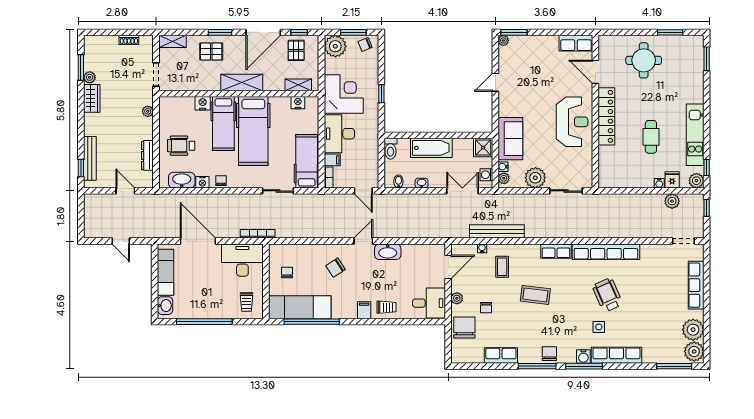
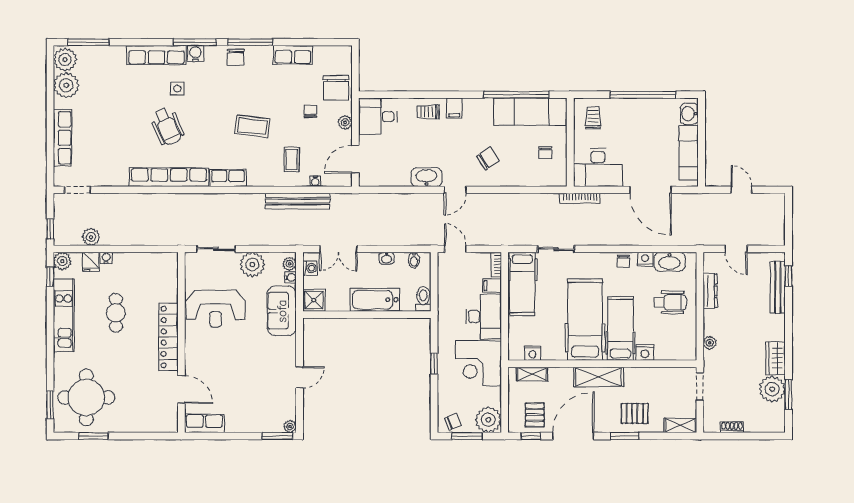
round table: (644, 60) -> (86, 397), moved, width x1.36, depth x1.36
plant: (90, 77) -> (772, 389), width x1.88, depth x1.88
reception desk: (572, 122) -> (216, 309), moved, turned -90

